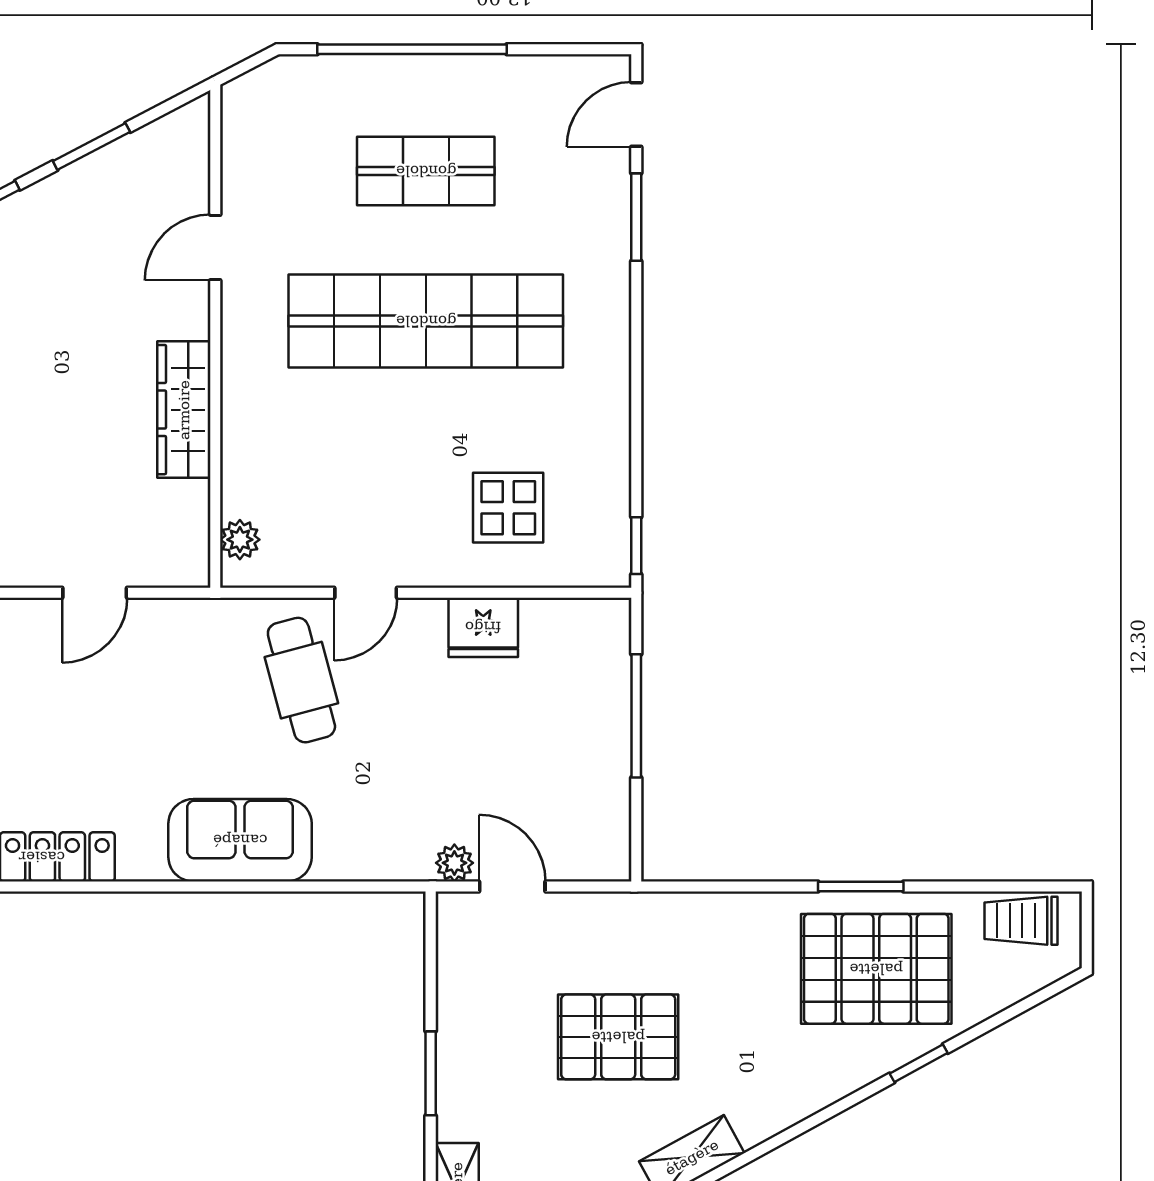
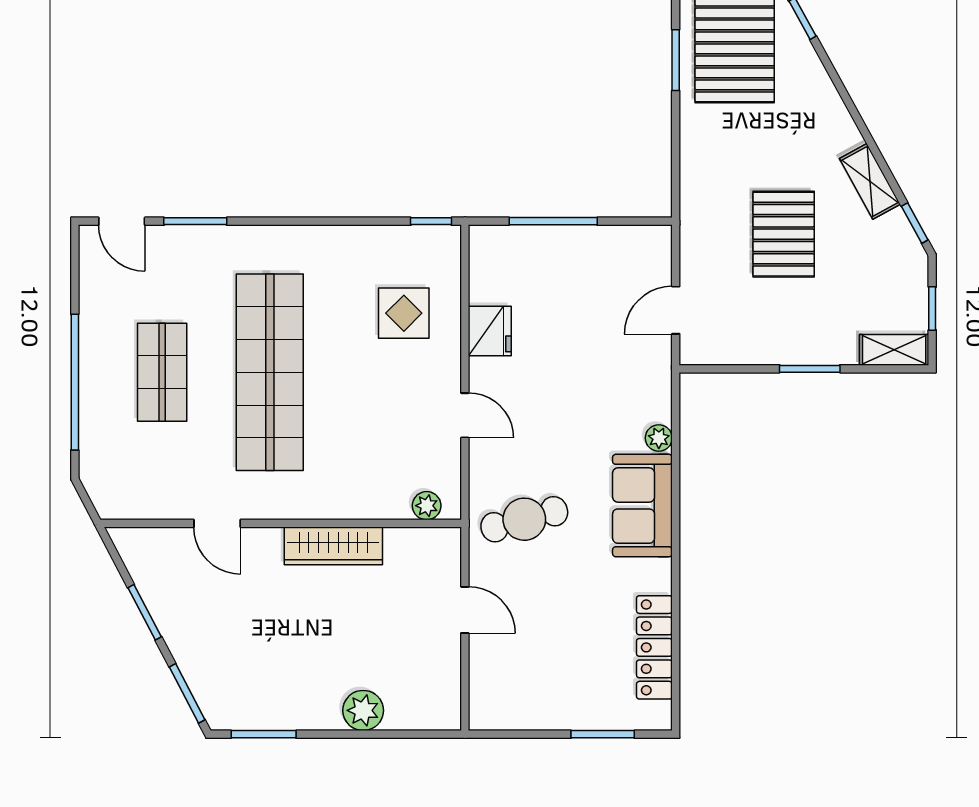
cafe table: (301, 680) -> (524, 519), moved
plant: (454, 863) -> (659, 438), moved

